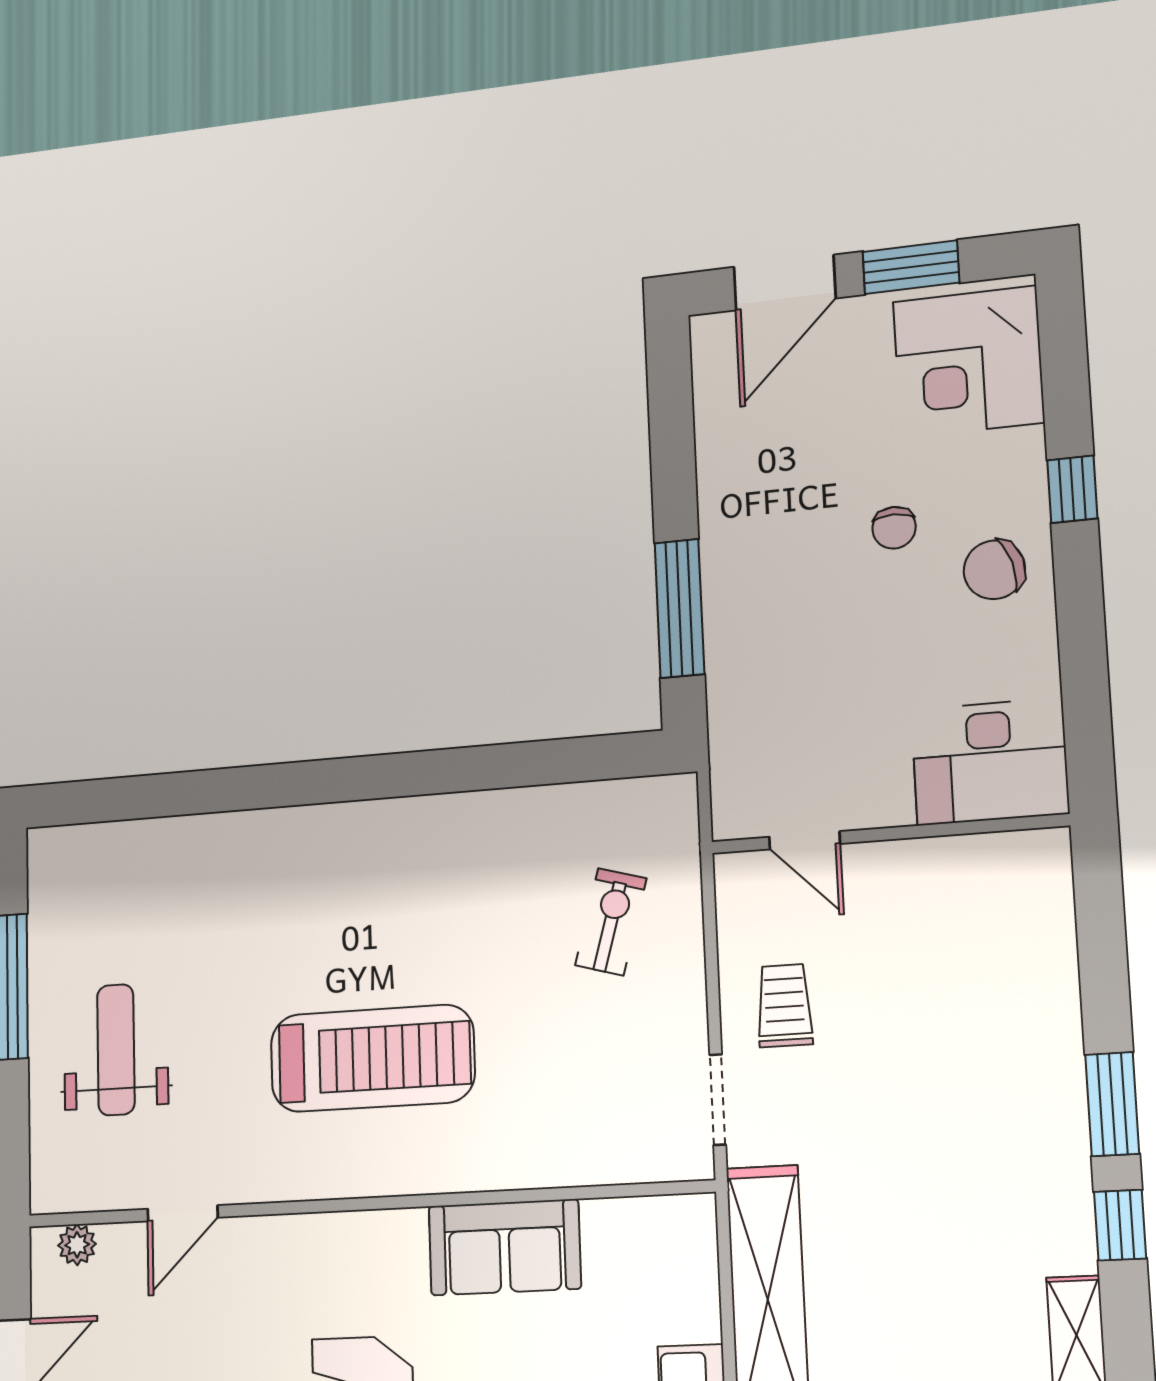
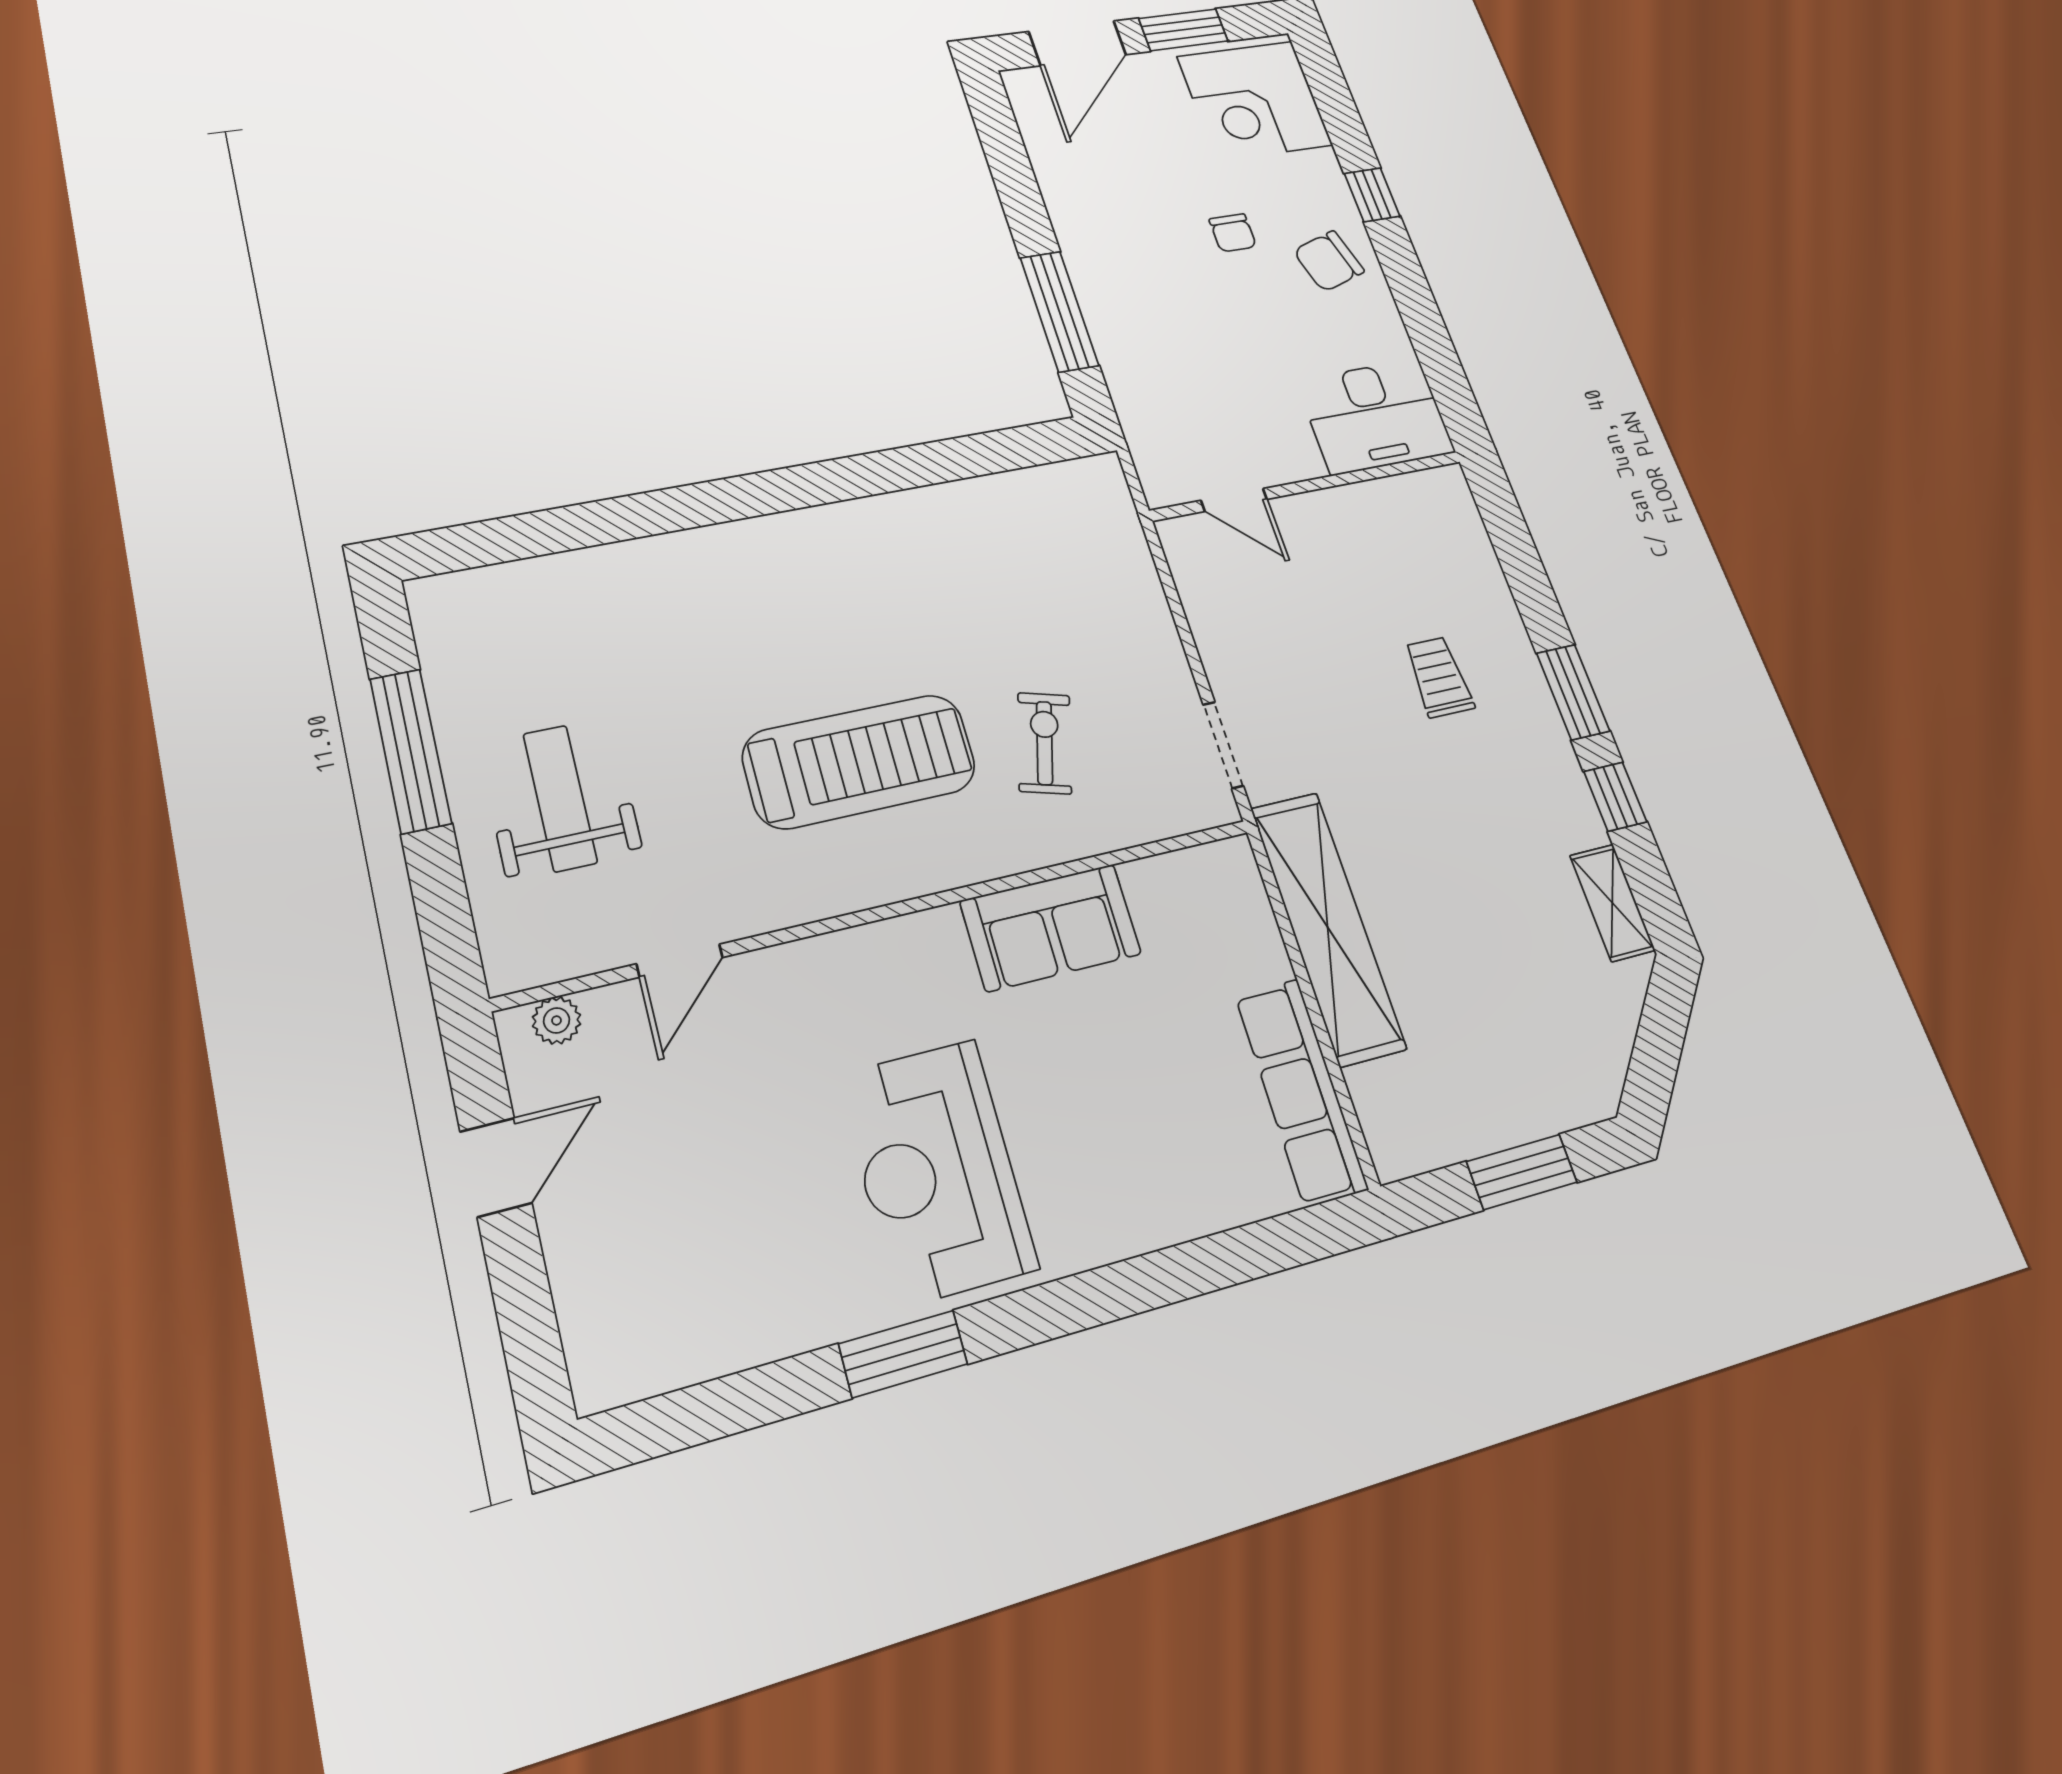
exercise bike: (611, 922) -> (1045, 743), moved
trolley: (784, 1006) -> (1439, 677), moved

